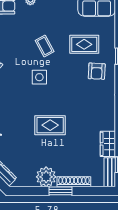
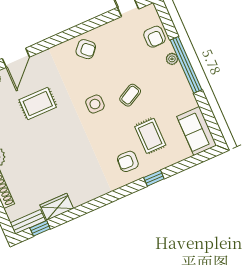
rug: (50, 125) -> (38, 104), moved, turned 90

